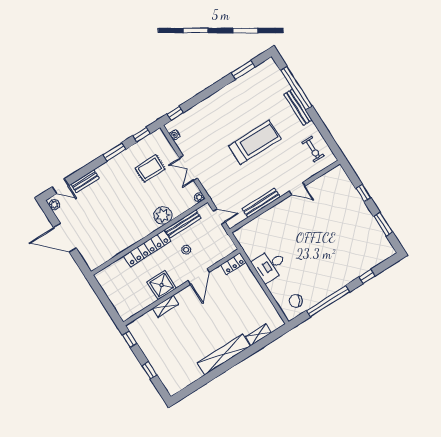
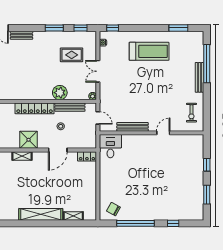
treadmill: (255, 142) -> (149, 51), moved
door: (297, 189) -> (163, 133), swing flipped
desk: (270, 265) -> (110, 146), moved, turned 90

